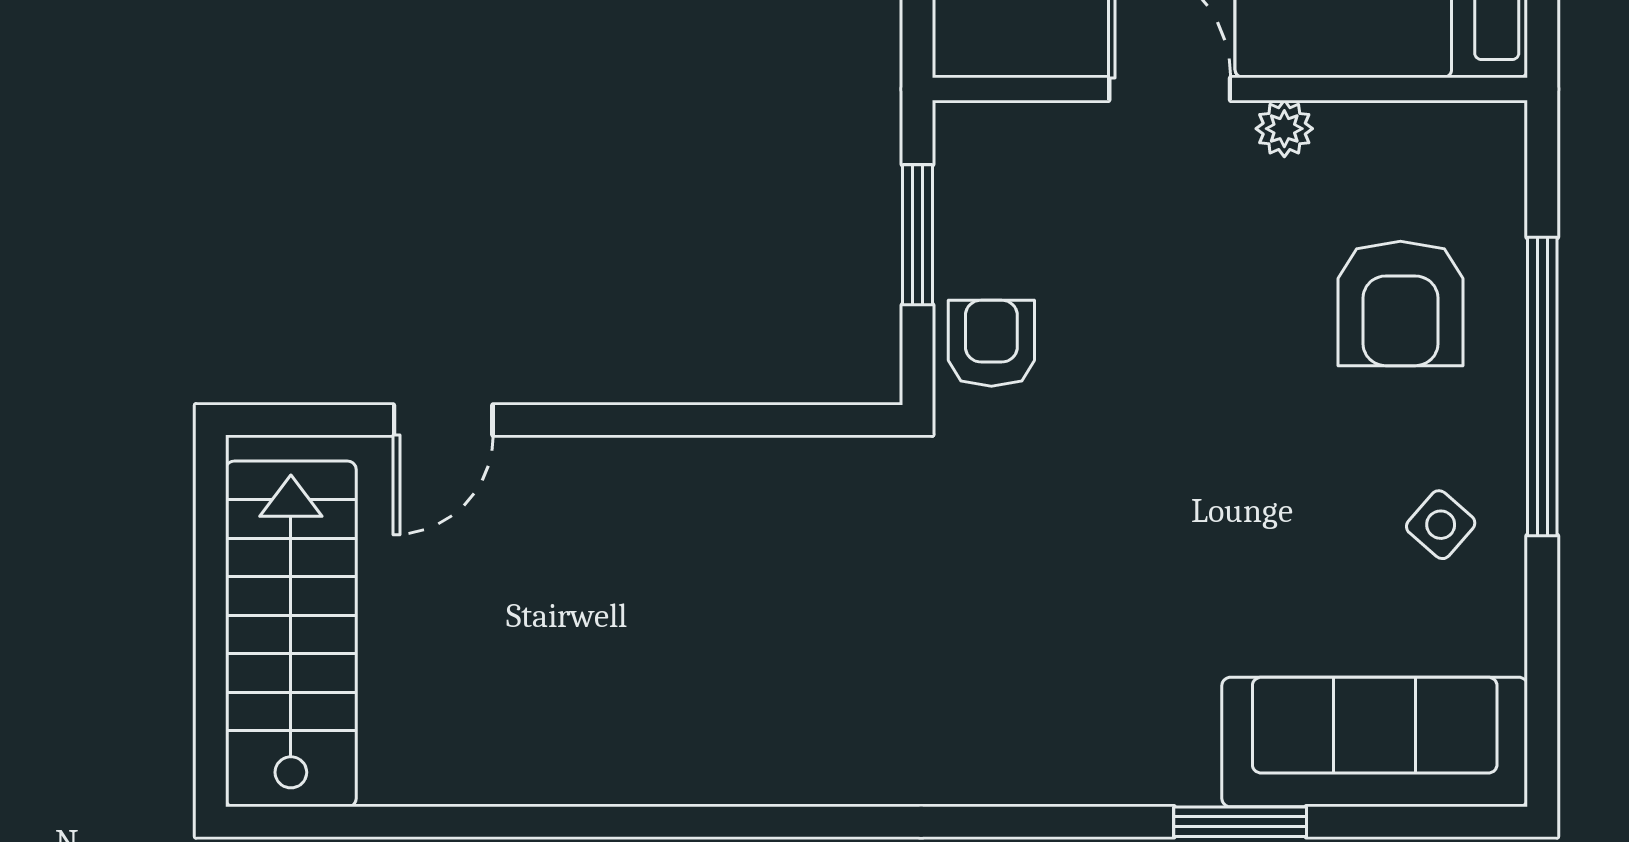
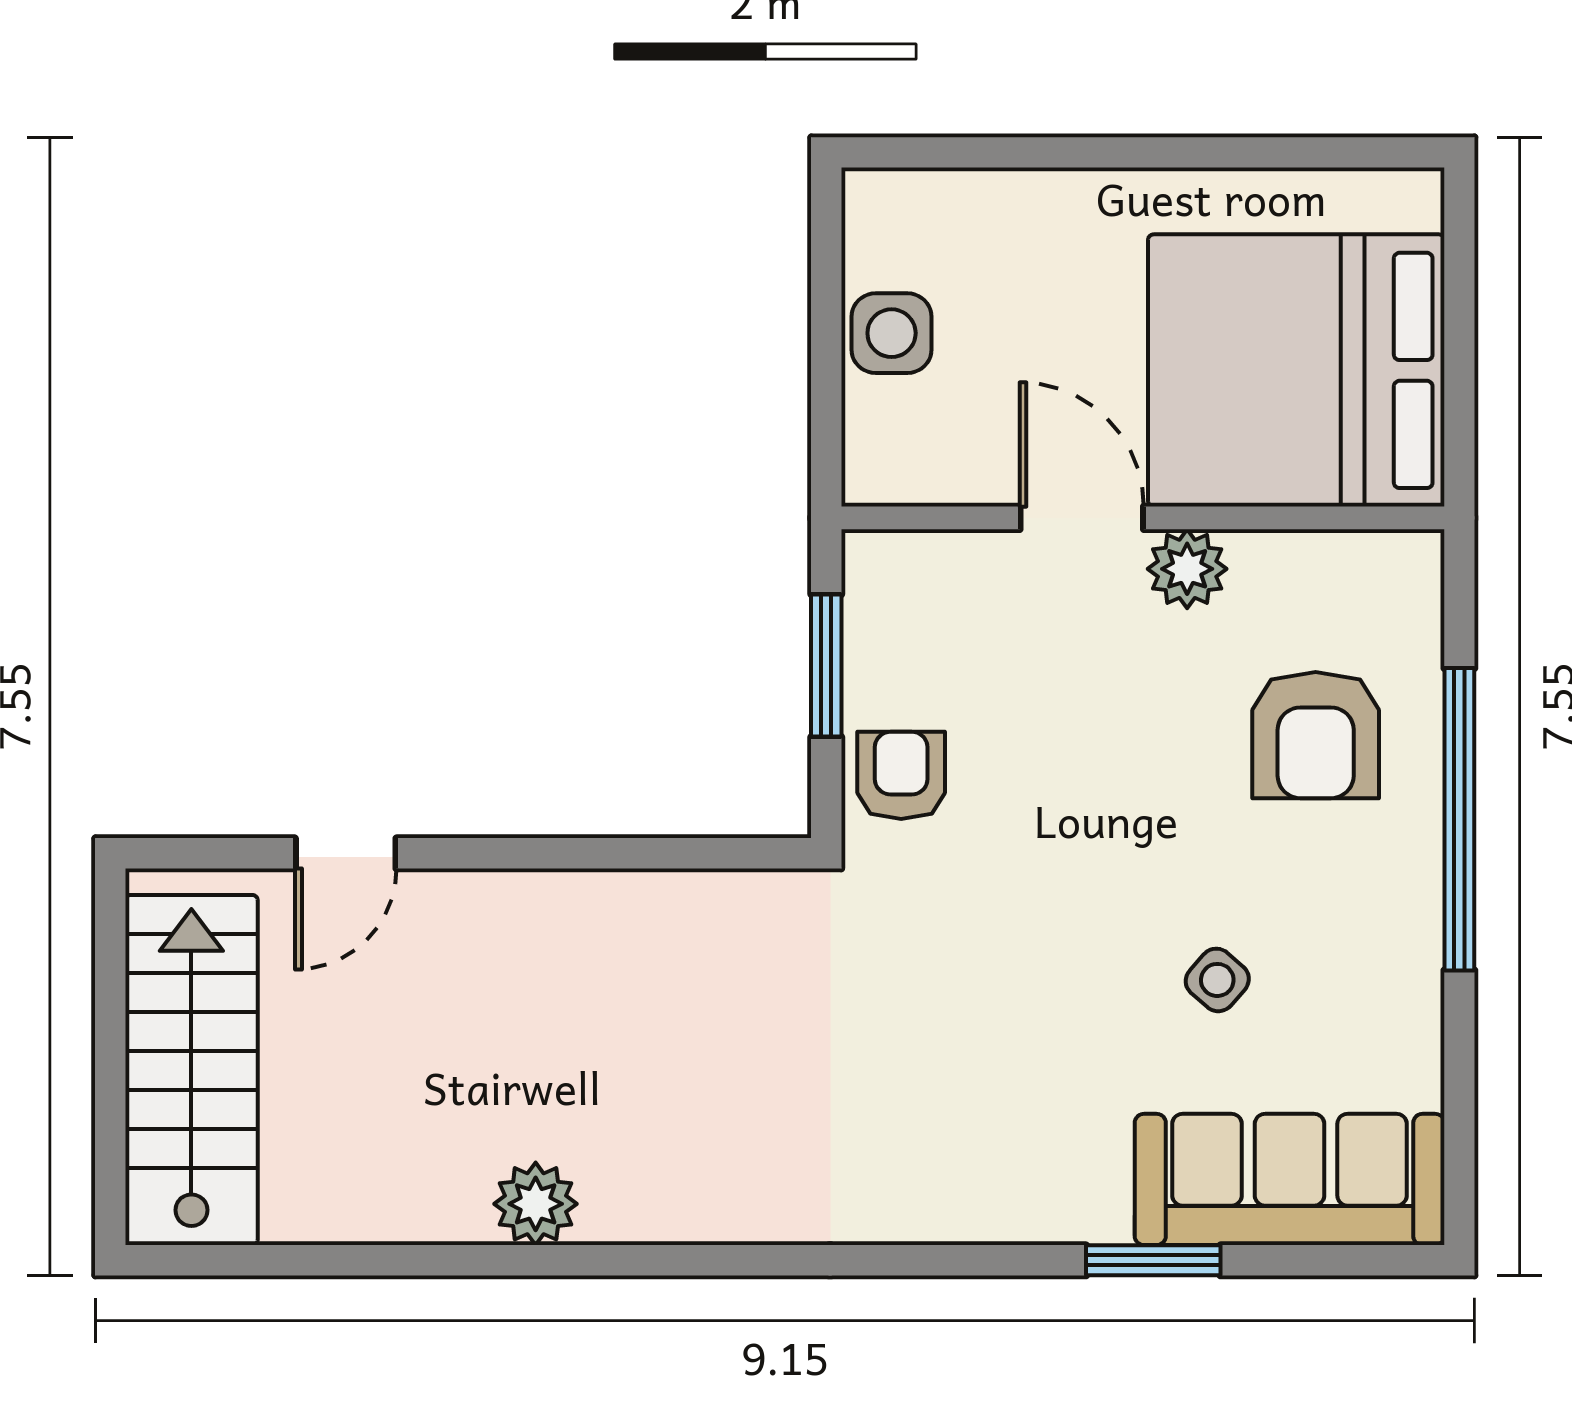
plant: (1284, 129) -> (1187, 569), width x1.38, depth x1.38
side table: (1441, 525) -> (1217, 980), moved
plant: (630, 766) -> (536, 1204), added

